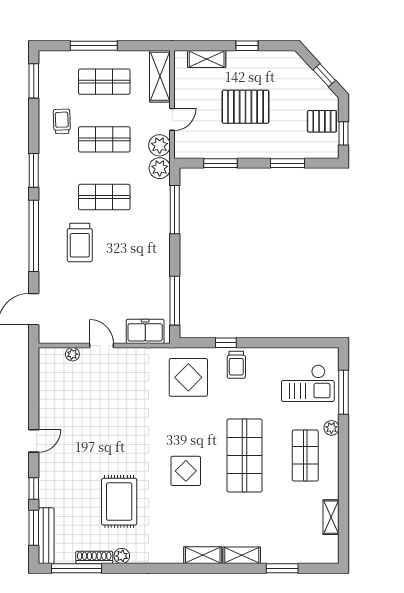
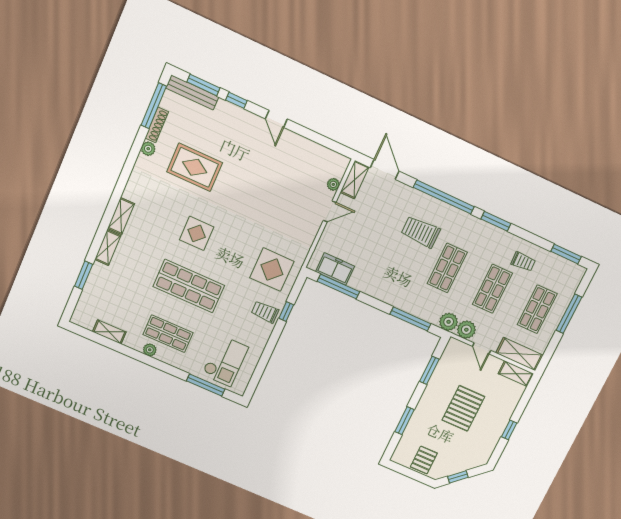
shelving: (207, 59) -> (516, 374), moved, turned 90
window: (343, 133) -> (407, 472), removed
freezer: (145, 331) -> (335, 269), moved, turned -90
shelving: (58, 335) -> (355, 180), added
checkout: (308, 383) -> (225, 361), turned 180
plant: (331, 428) -> (150, 350), moved

